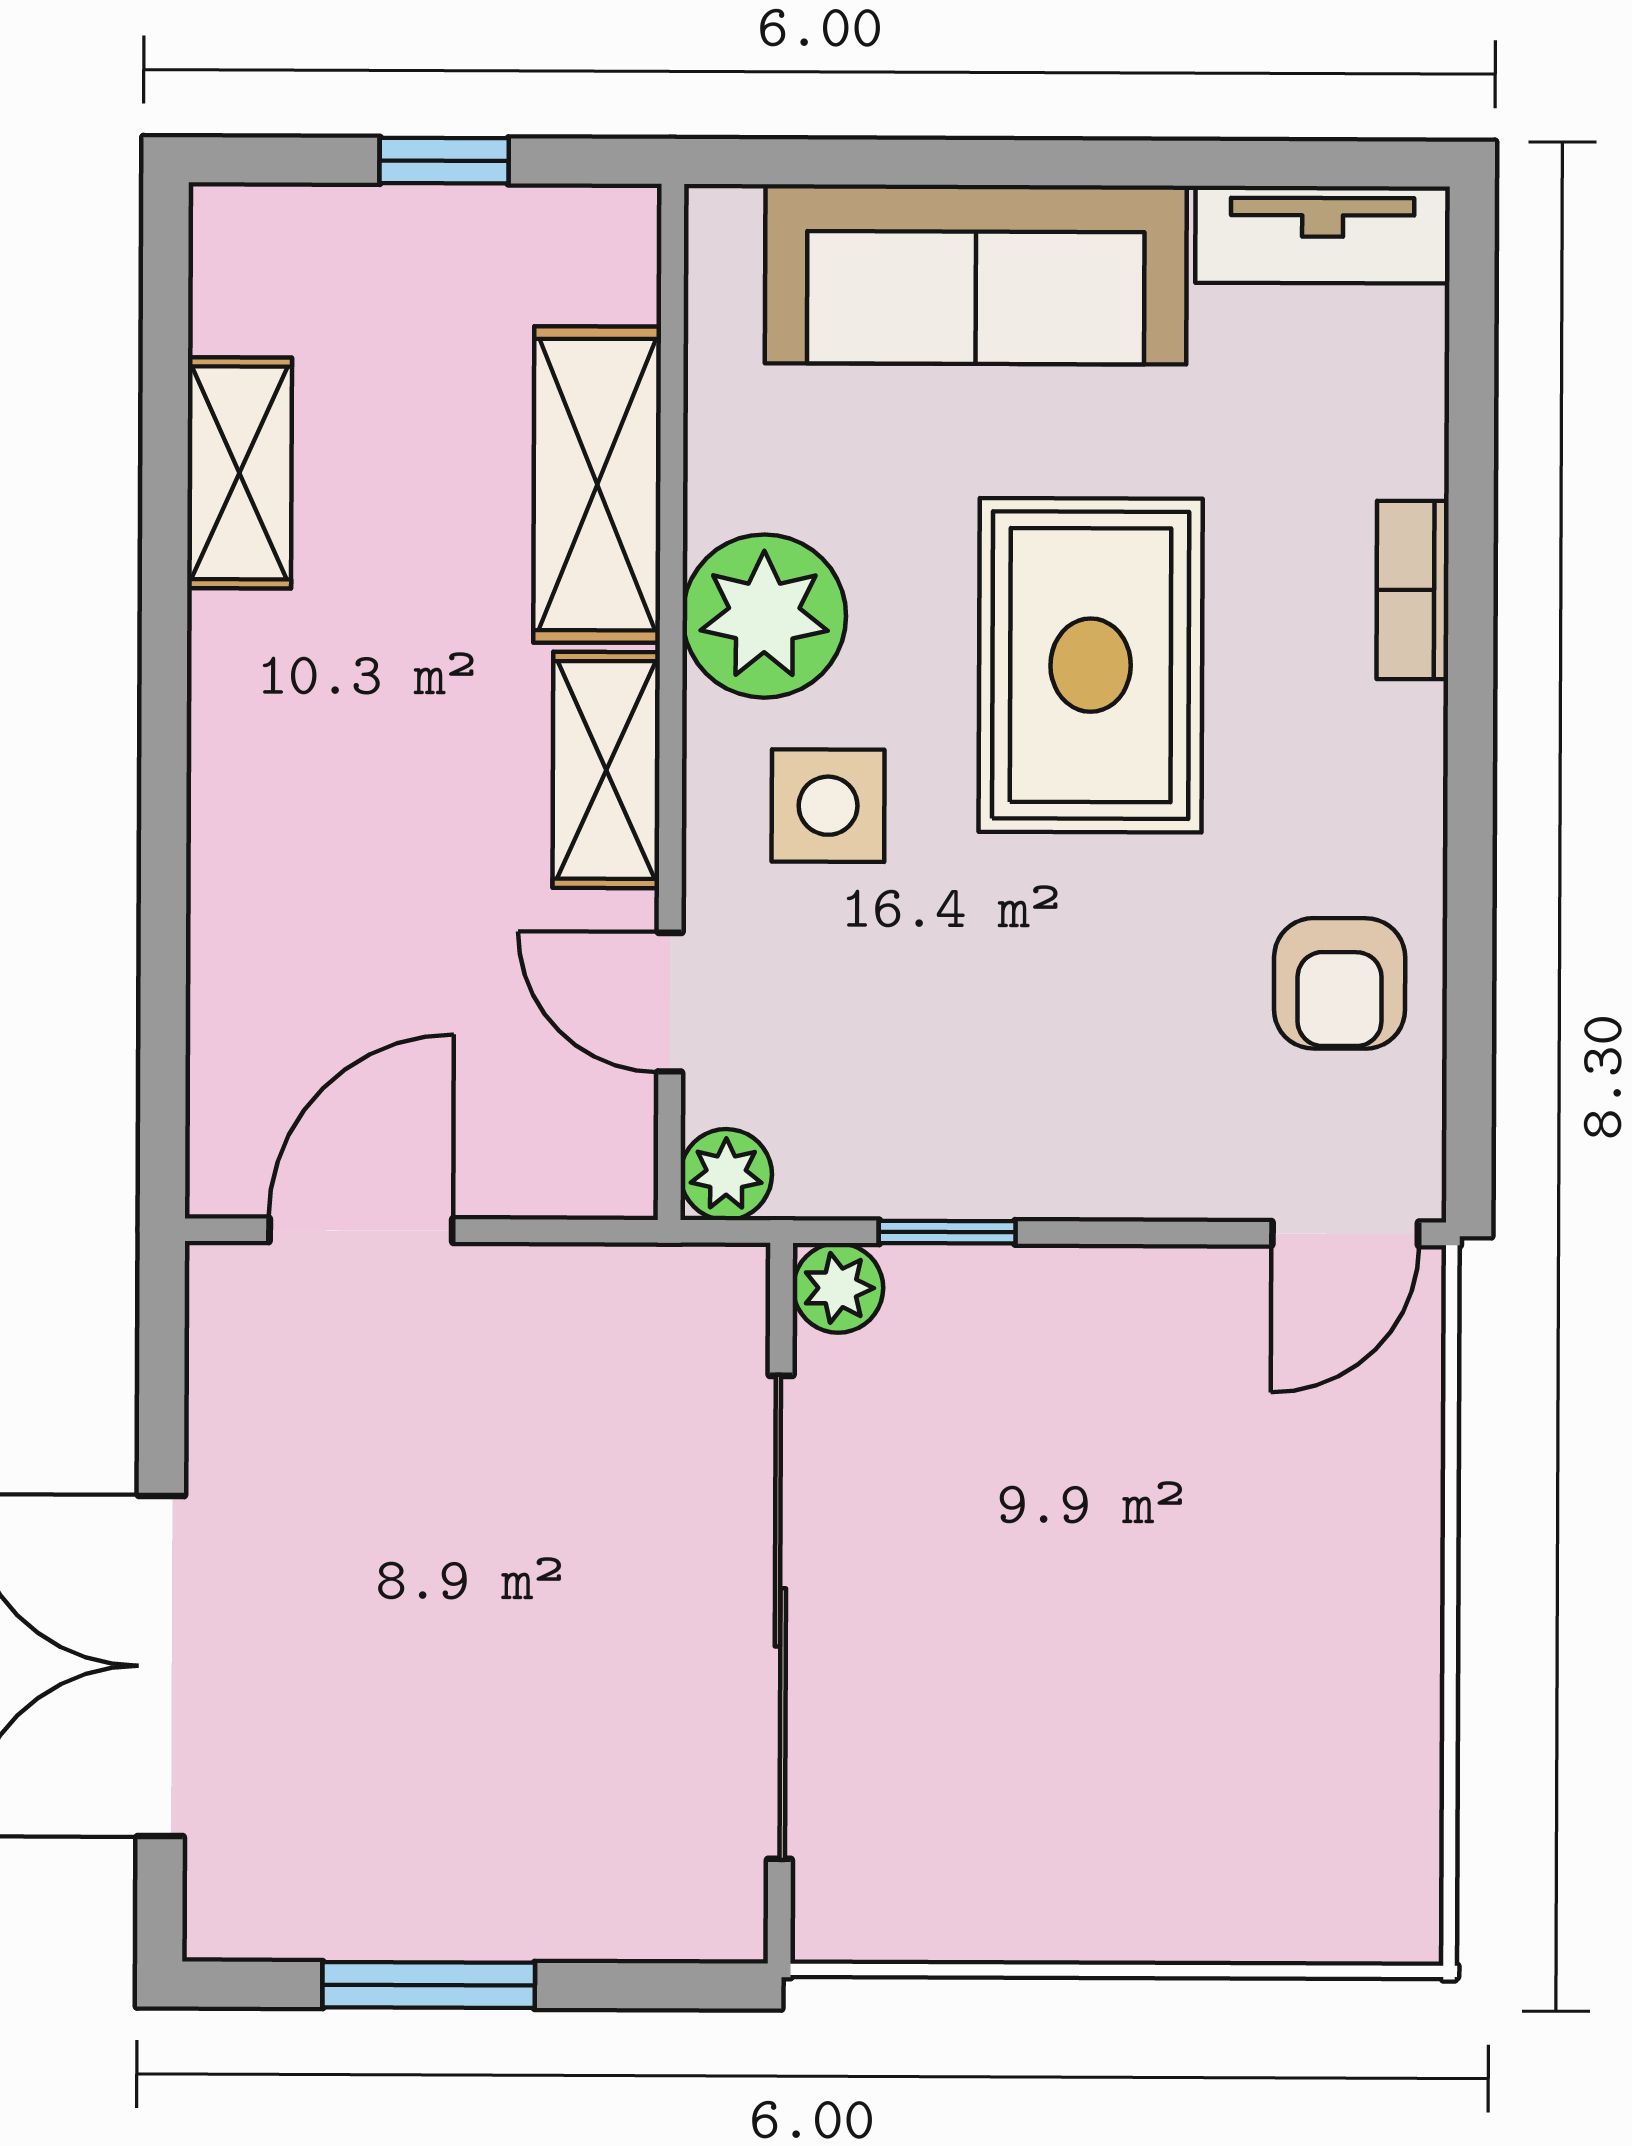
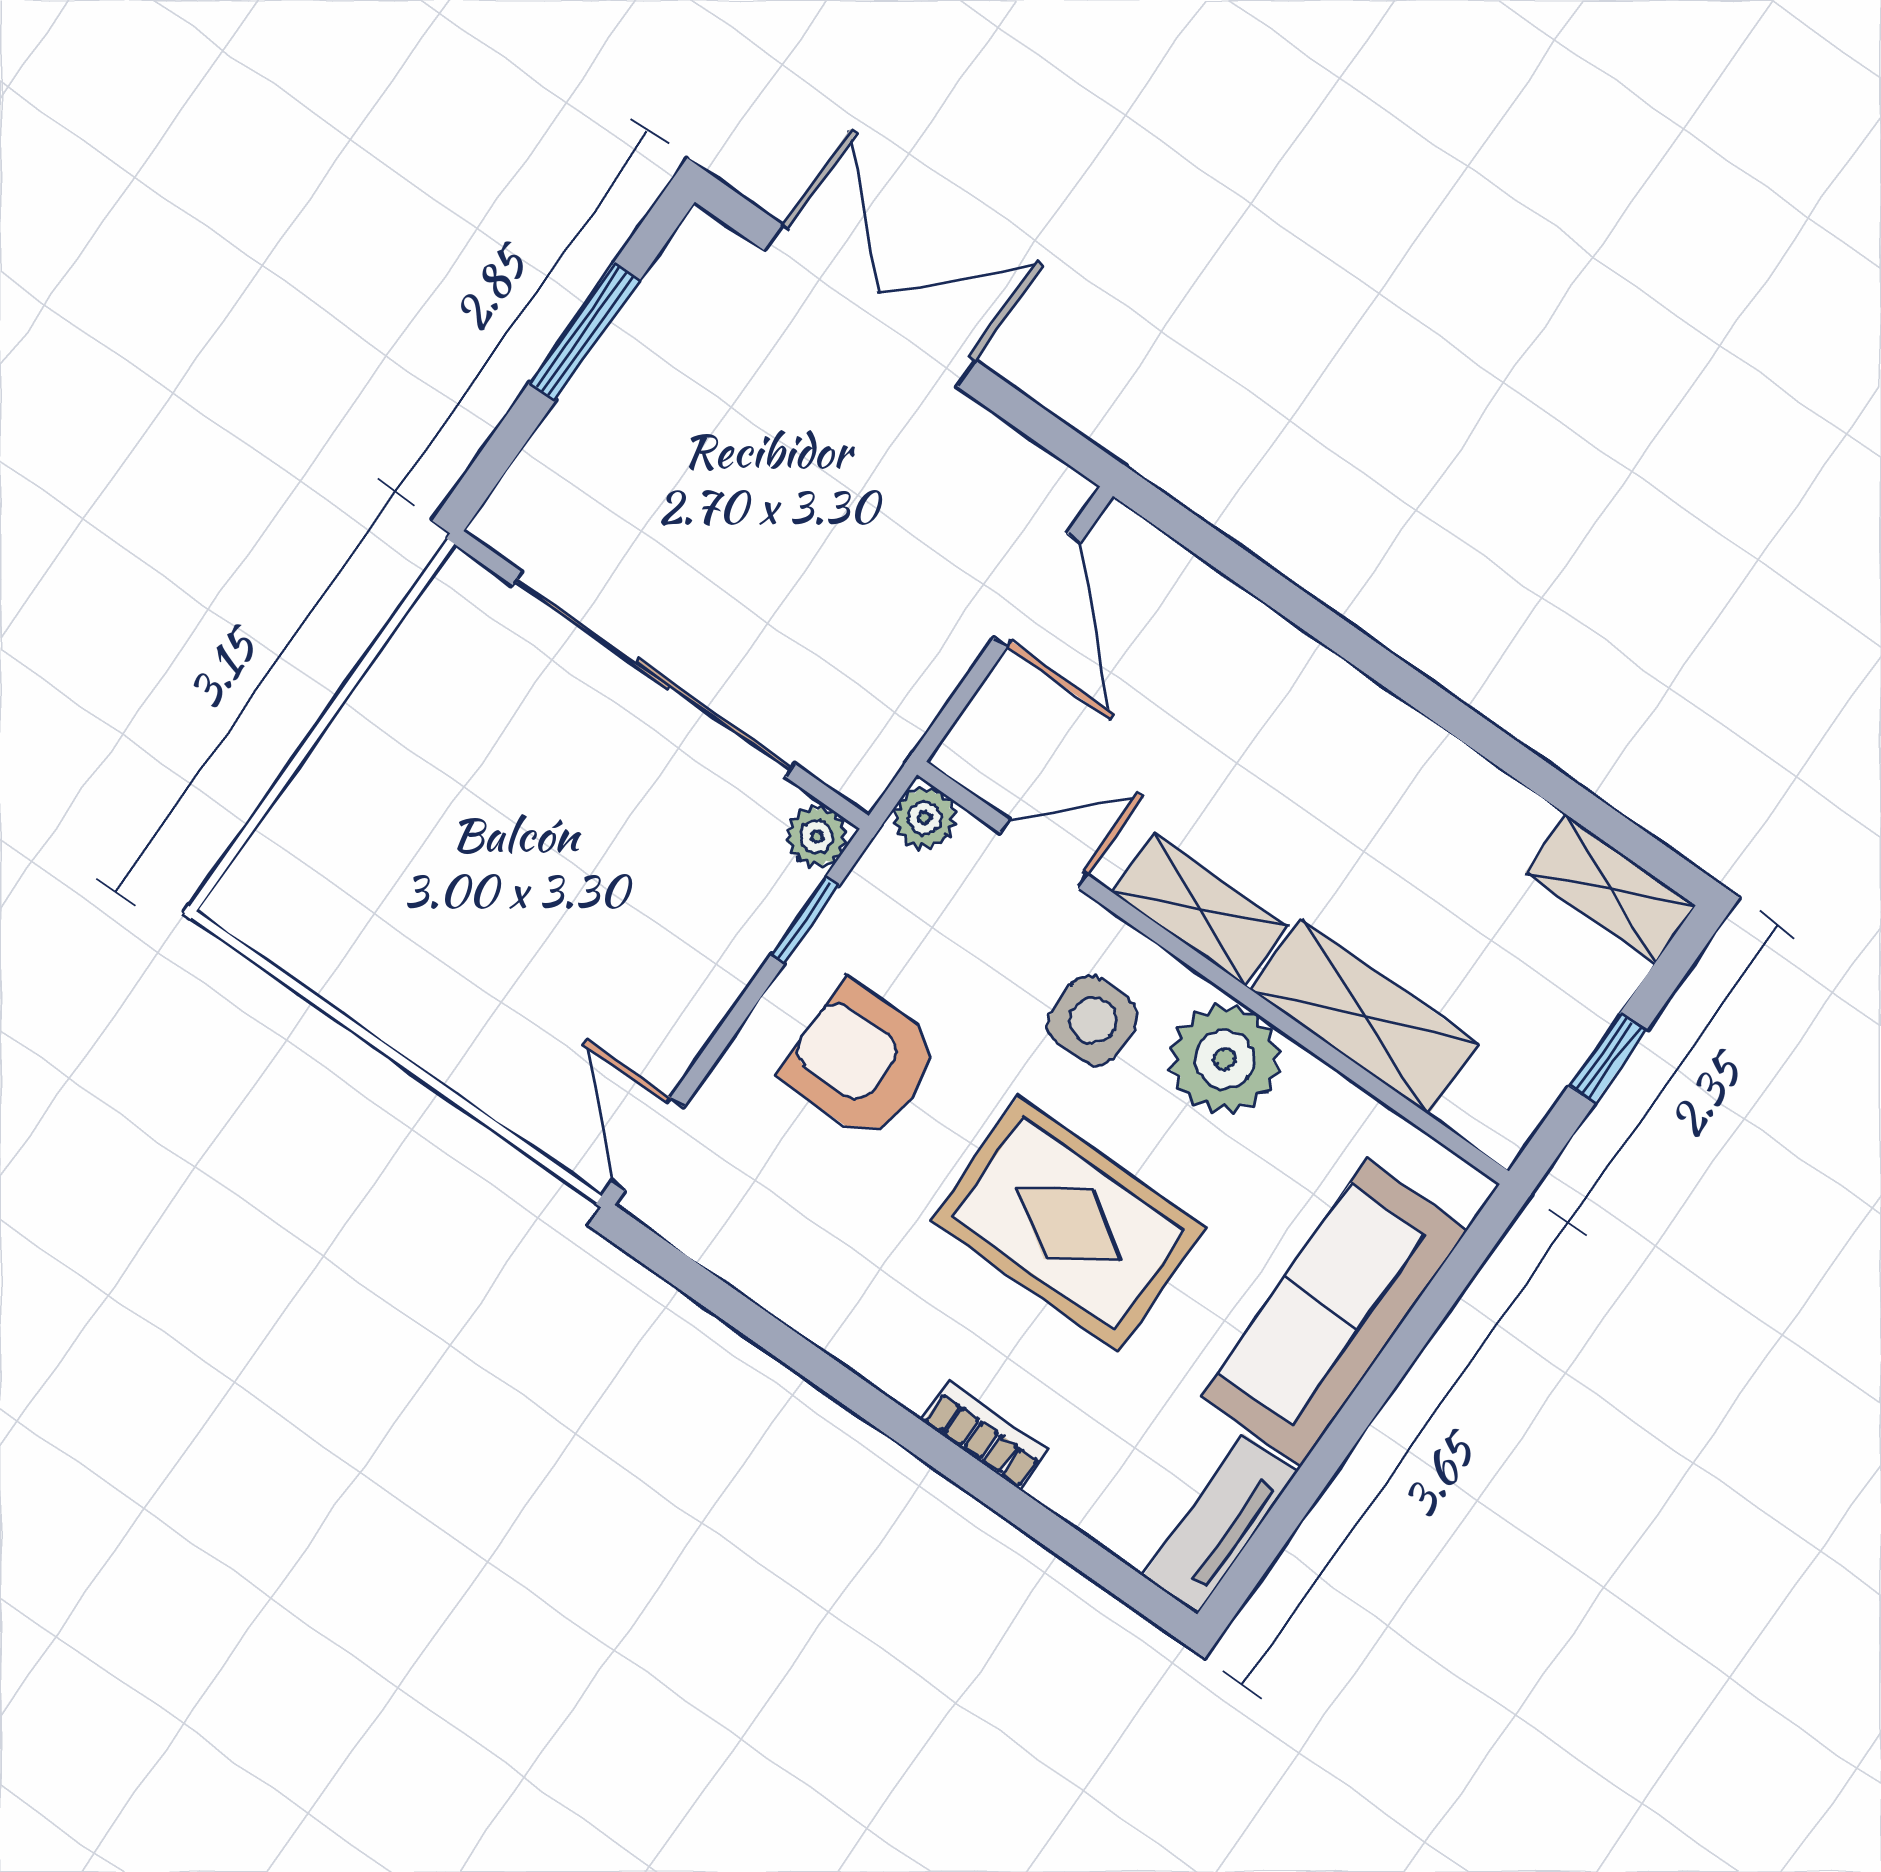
shelving: (239, 473) -> (1610, 889), moved
armchair: (1340, 983) -> (861, 1061), moved, width x1.38, depth x1.38

